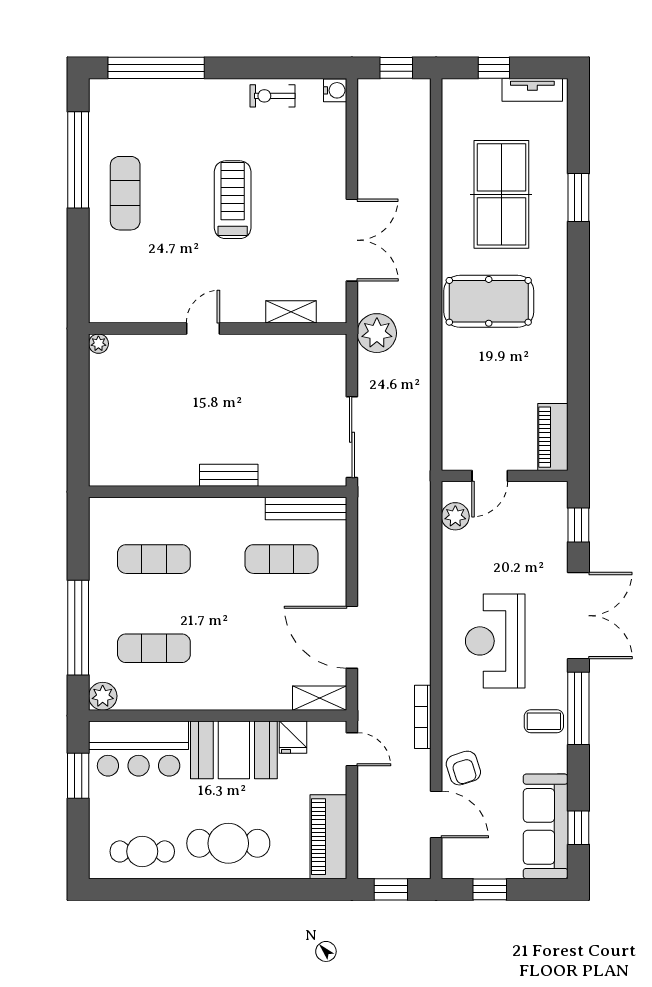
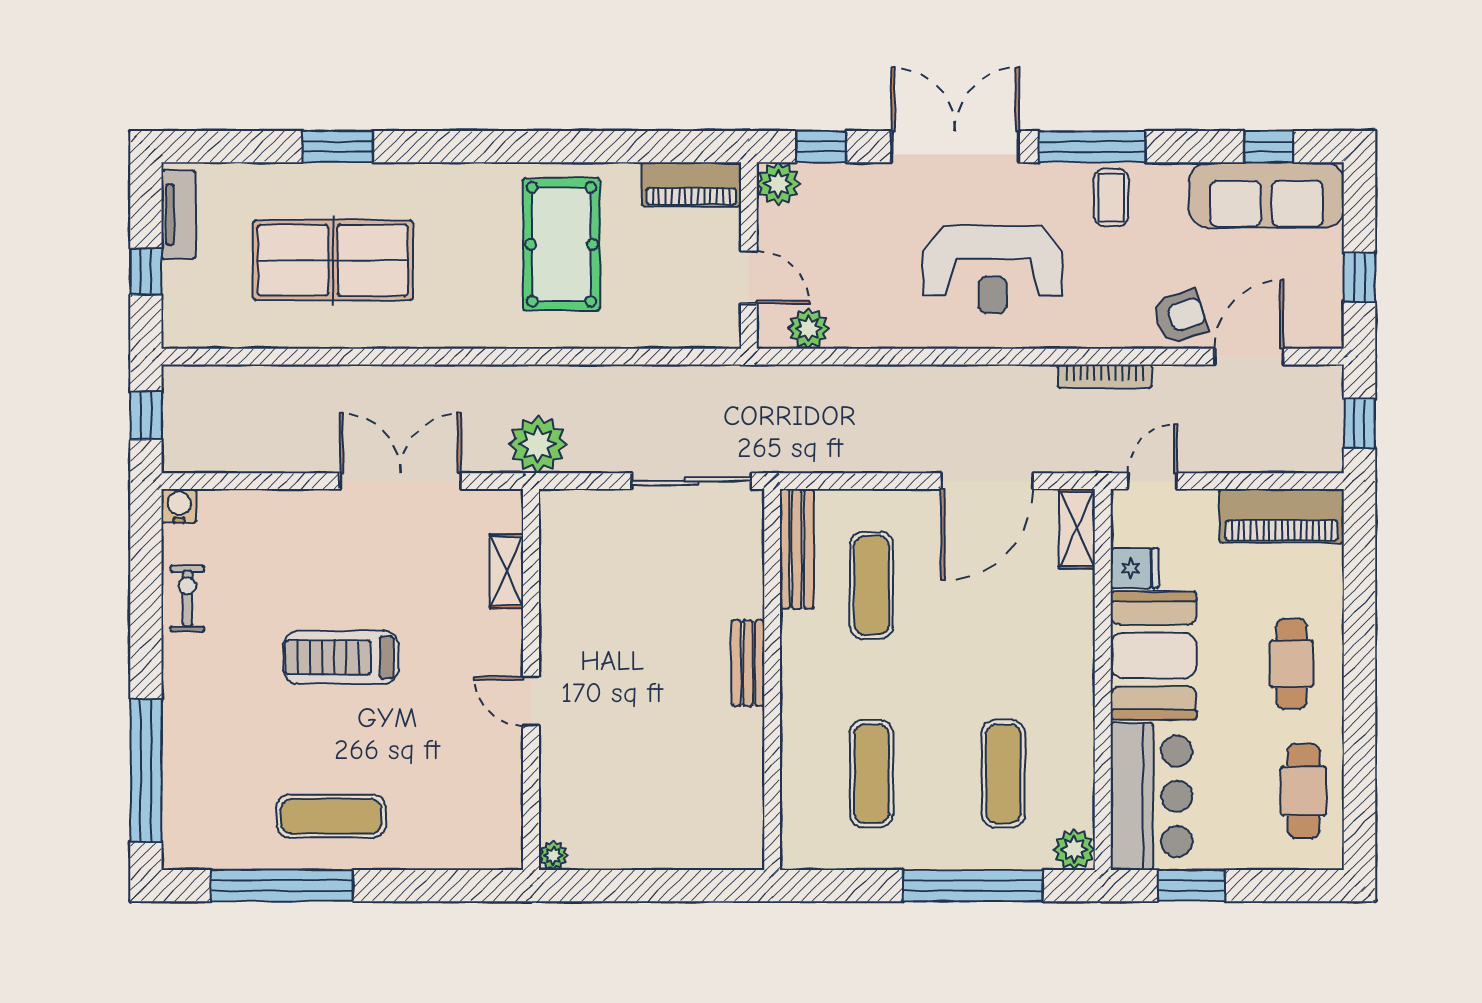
exercise bike: (272, 96) -> (187, 599), turned 180
pool table: (489, 301) -> (561, 244), moved
plant: (553, 496) -> (778, 184), added
cafe table: (228, 843) -> (1291, 664), width x0.73, depth x0.74

